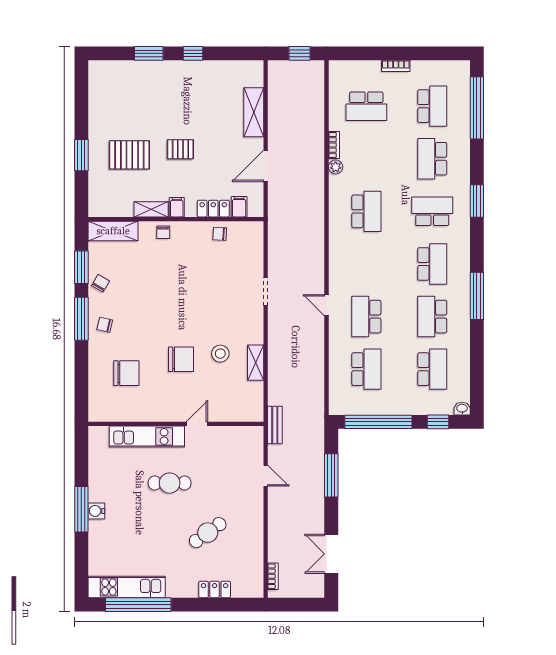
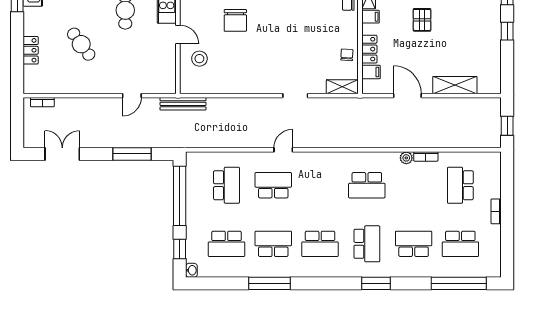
window: (477, 296) -> (269, 283), moved
stool: (220, 354) -> (199, 59), moved
shelving: (256, 363) -> (342, 87), moved
school desk: (366, 369) -> (226, 185), turned -90
bench: (275, 425) -> (183, 104), width x1.36

